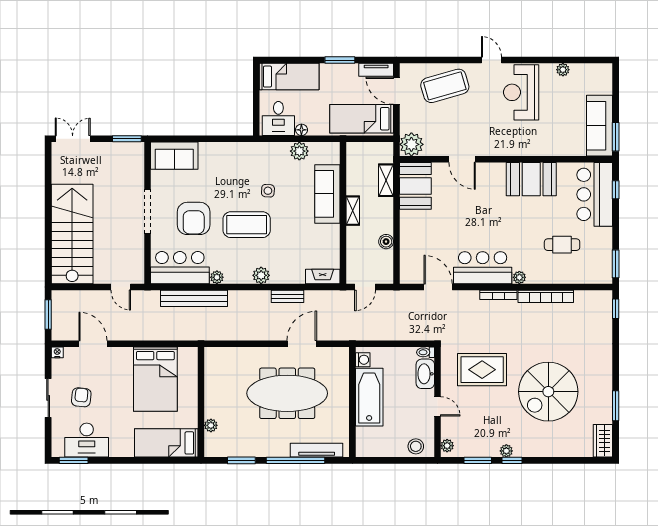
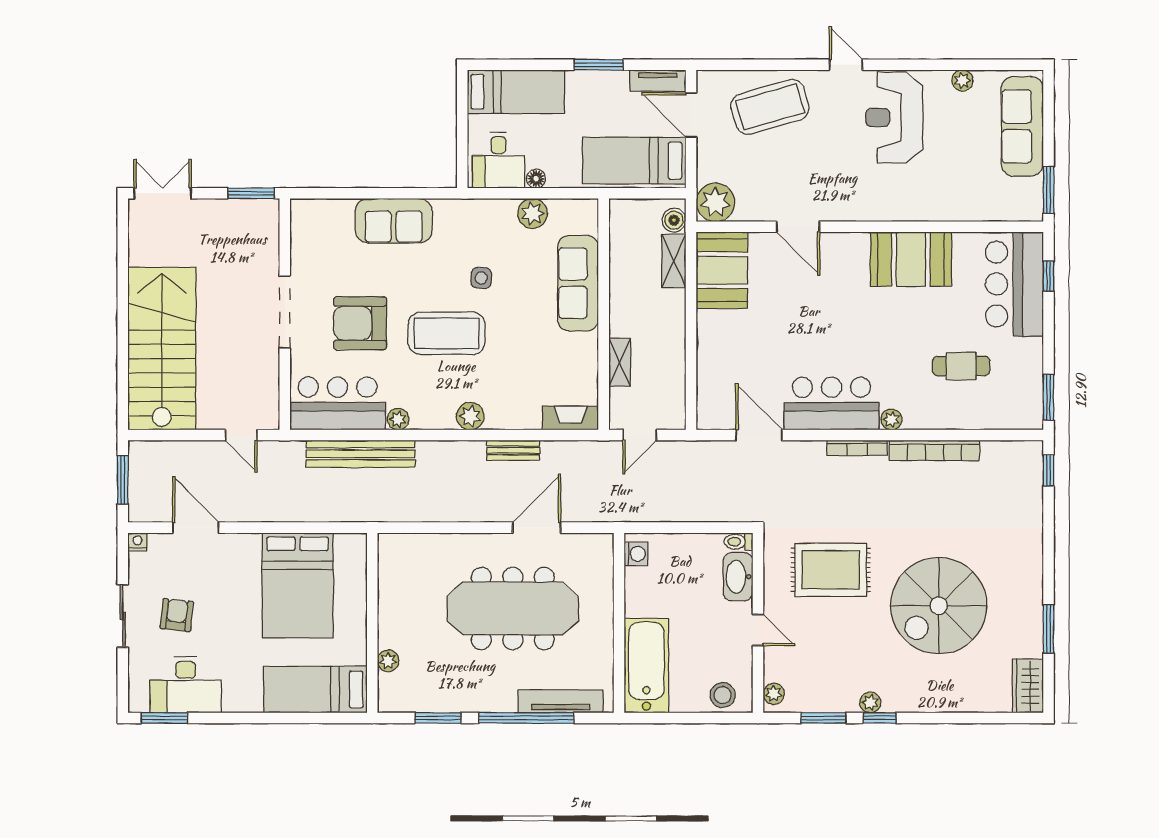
sofa: (599, 126) -> (1022, 126), moved
sofa: (174, 156) -> (394, 221), moved
shelving: (353, 211) -> (620, 362), moved
armchair: (194, 218) -> (360, 323), turned 90
boiler: (386, 242) -> (674, 220), moved
bathtub: (369, 397) -> (646, 666), moved

